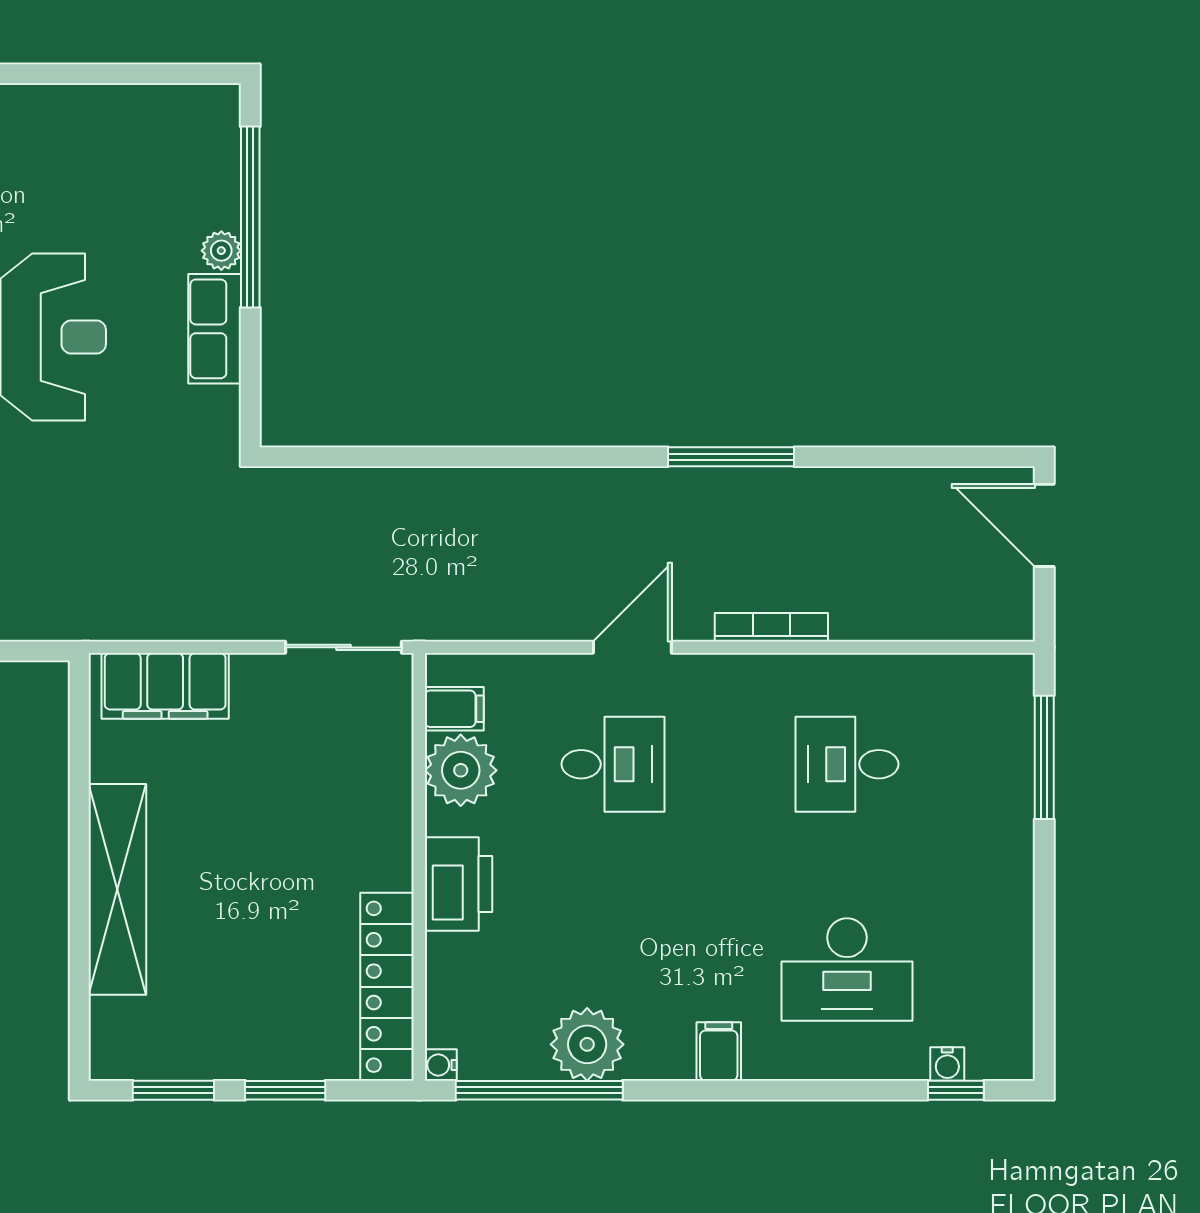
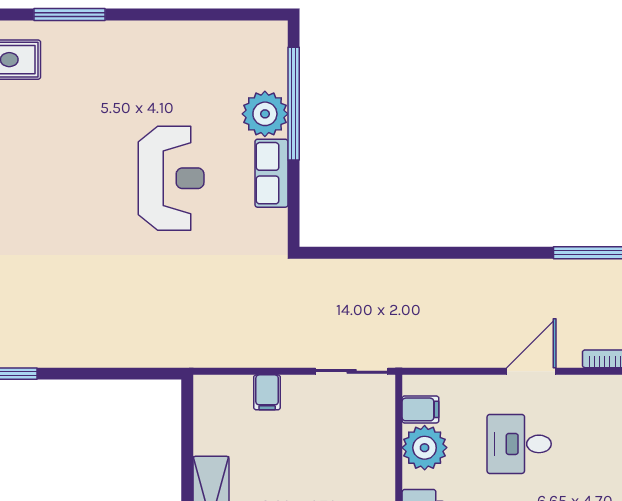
plant: (221, 251) -> (265, 114), width x1.87, depth x1.87
filing cabinet: (165, 686) -> (267, 392), width x0.33, depth x0.86
desk: (613, 764) -> (519, 444), turned 180

